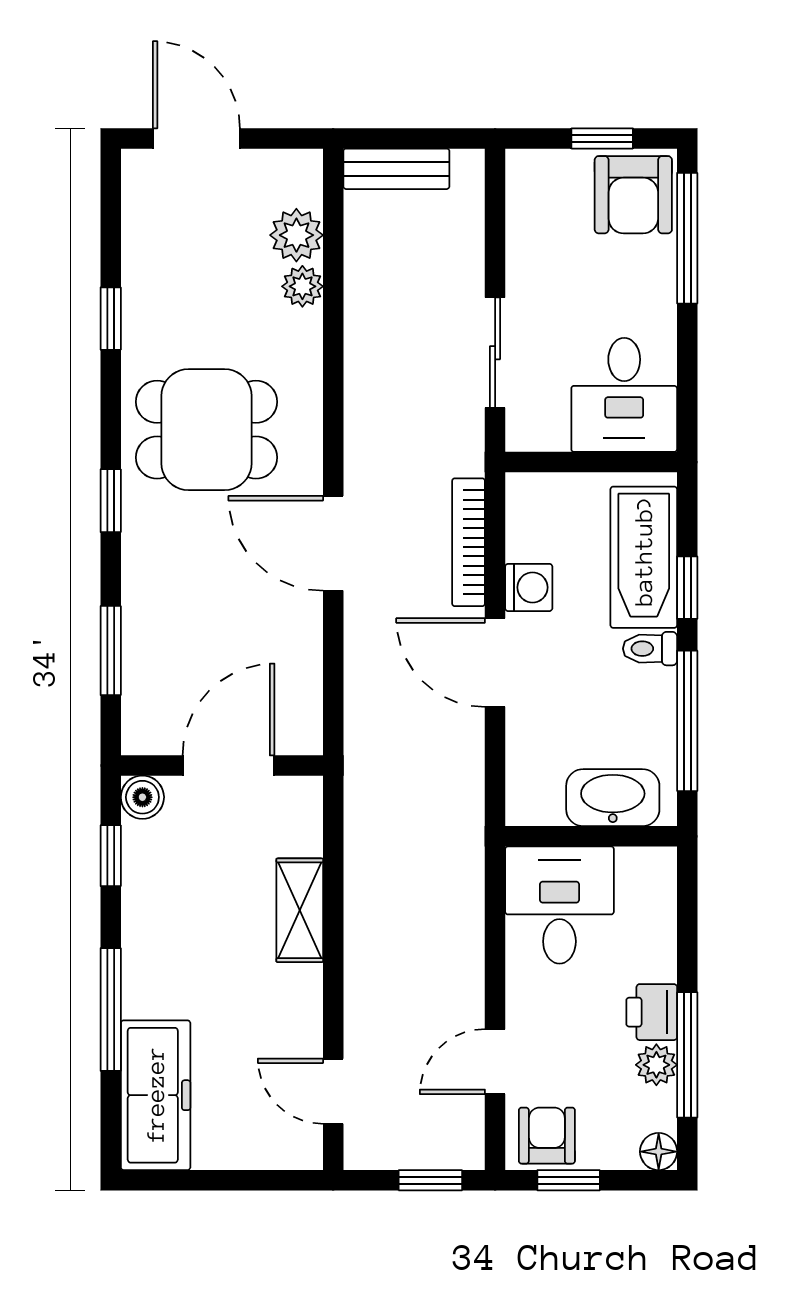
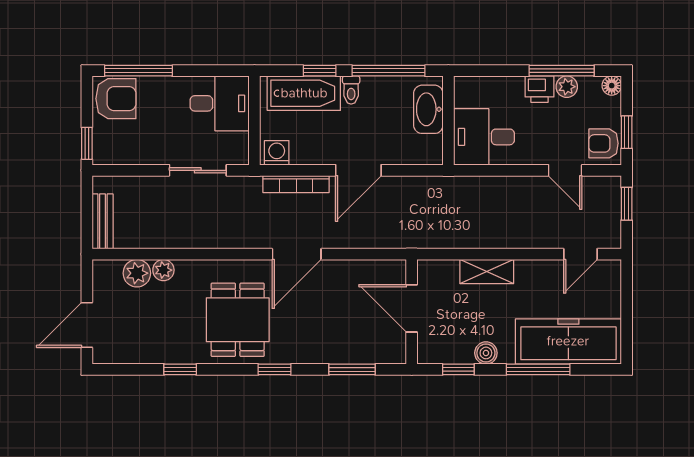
window: (602, 138) -> (87, 143), moved
washing machine: (529, 587) -> (277, 153), moved
boiler: (142, 797) -> (486, 353), moved
freezer: (156, 1095) -> (568, 341), width x1.36, depth x1.26

